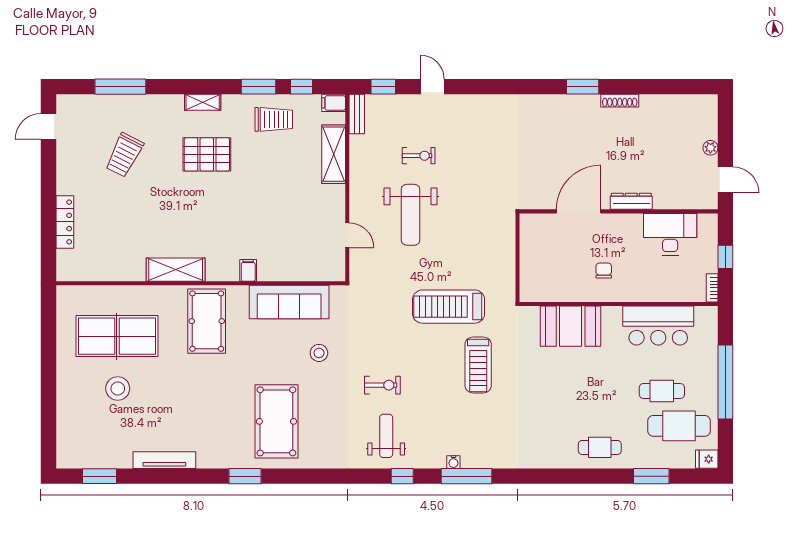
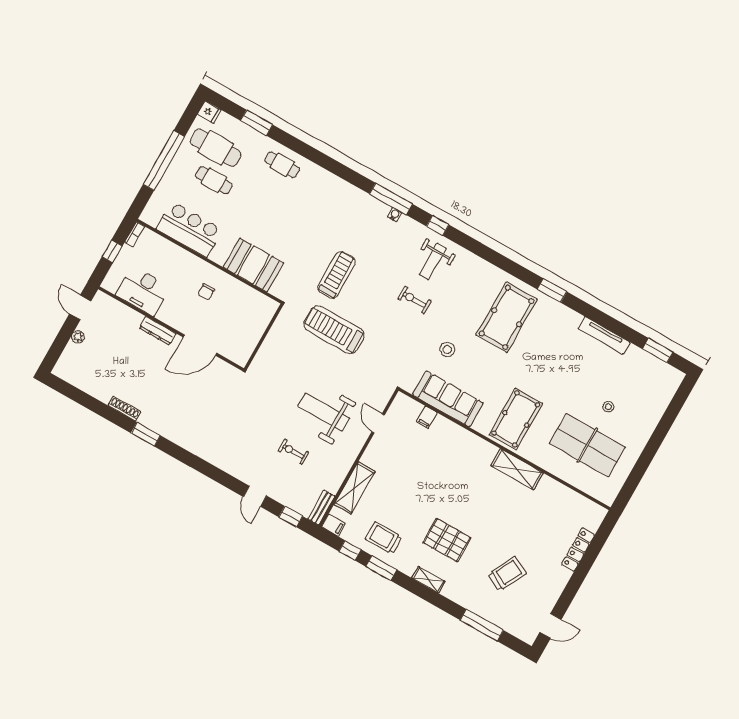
weight bench: (410, 215) -> (324, 412), turned -90
filing cabinet: (248, 270) -> (427, 417), moved
treadmill: (449, 307) -> (334, 330), turned 180
stool: (118, 388) -> (608, 407), width x0.53, depth x0.53

